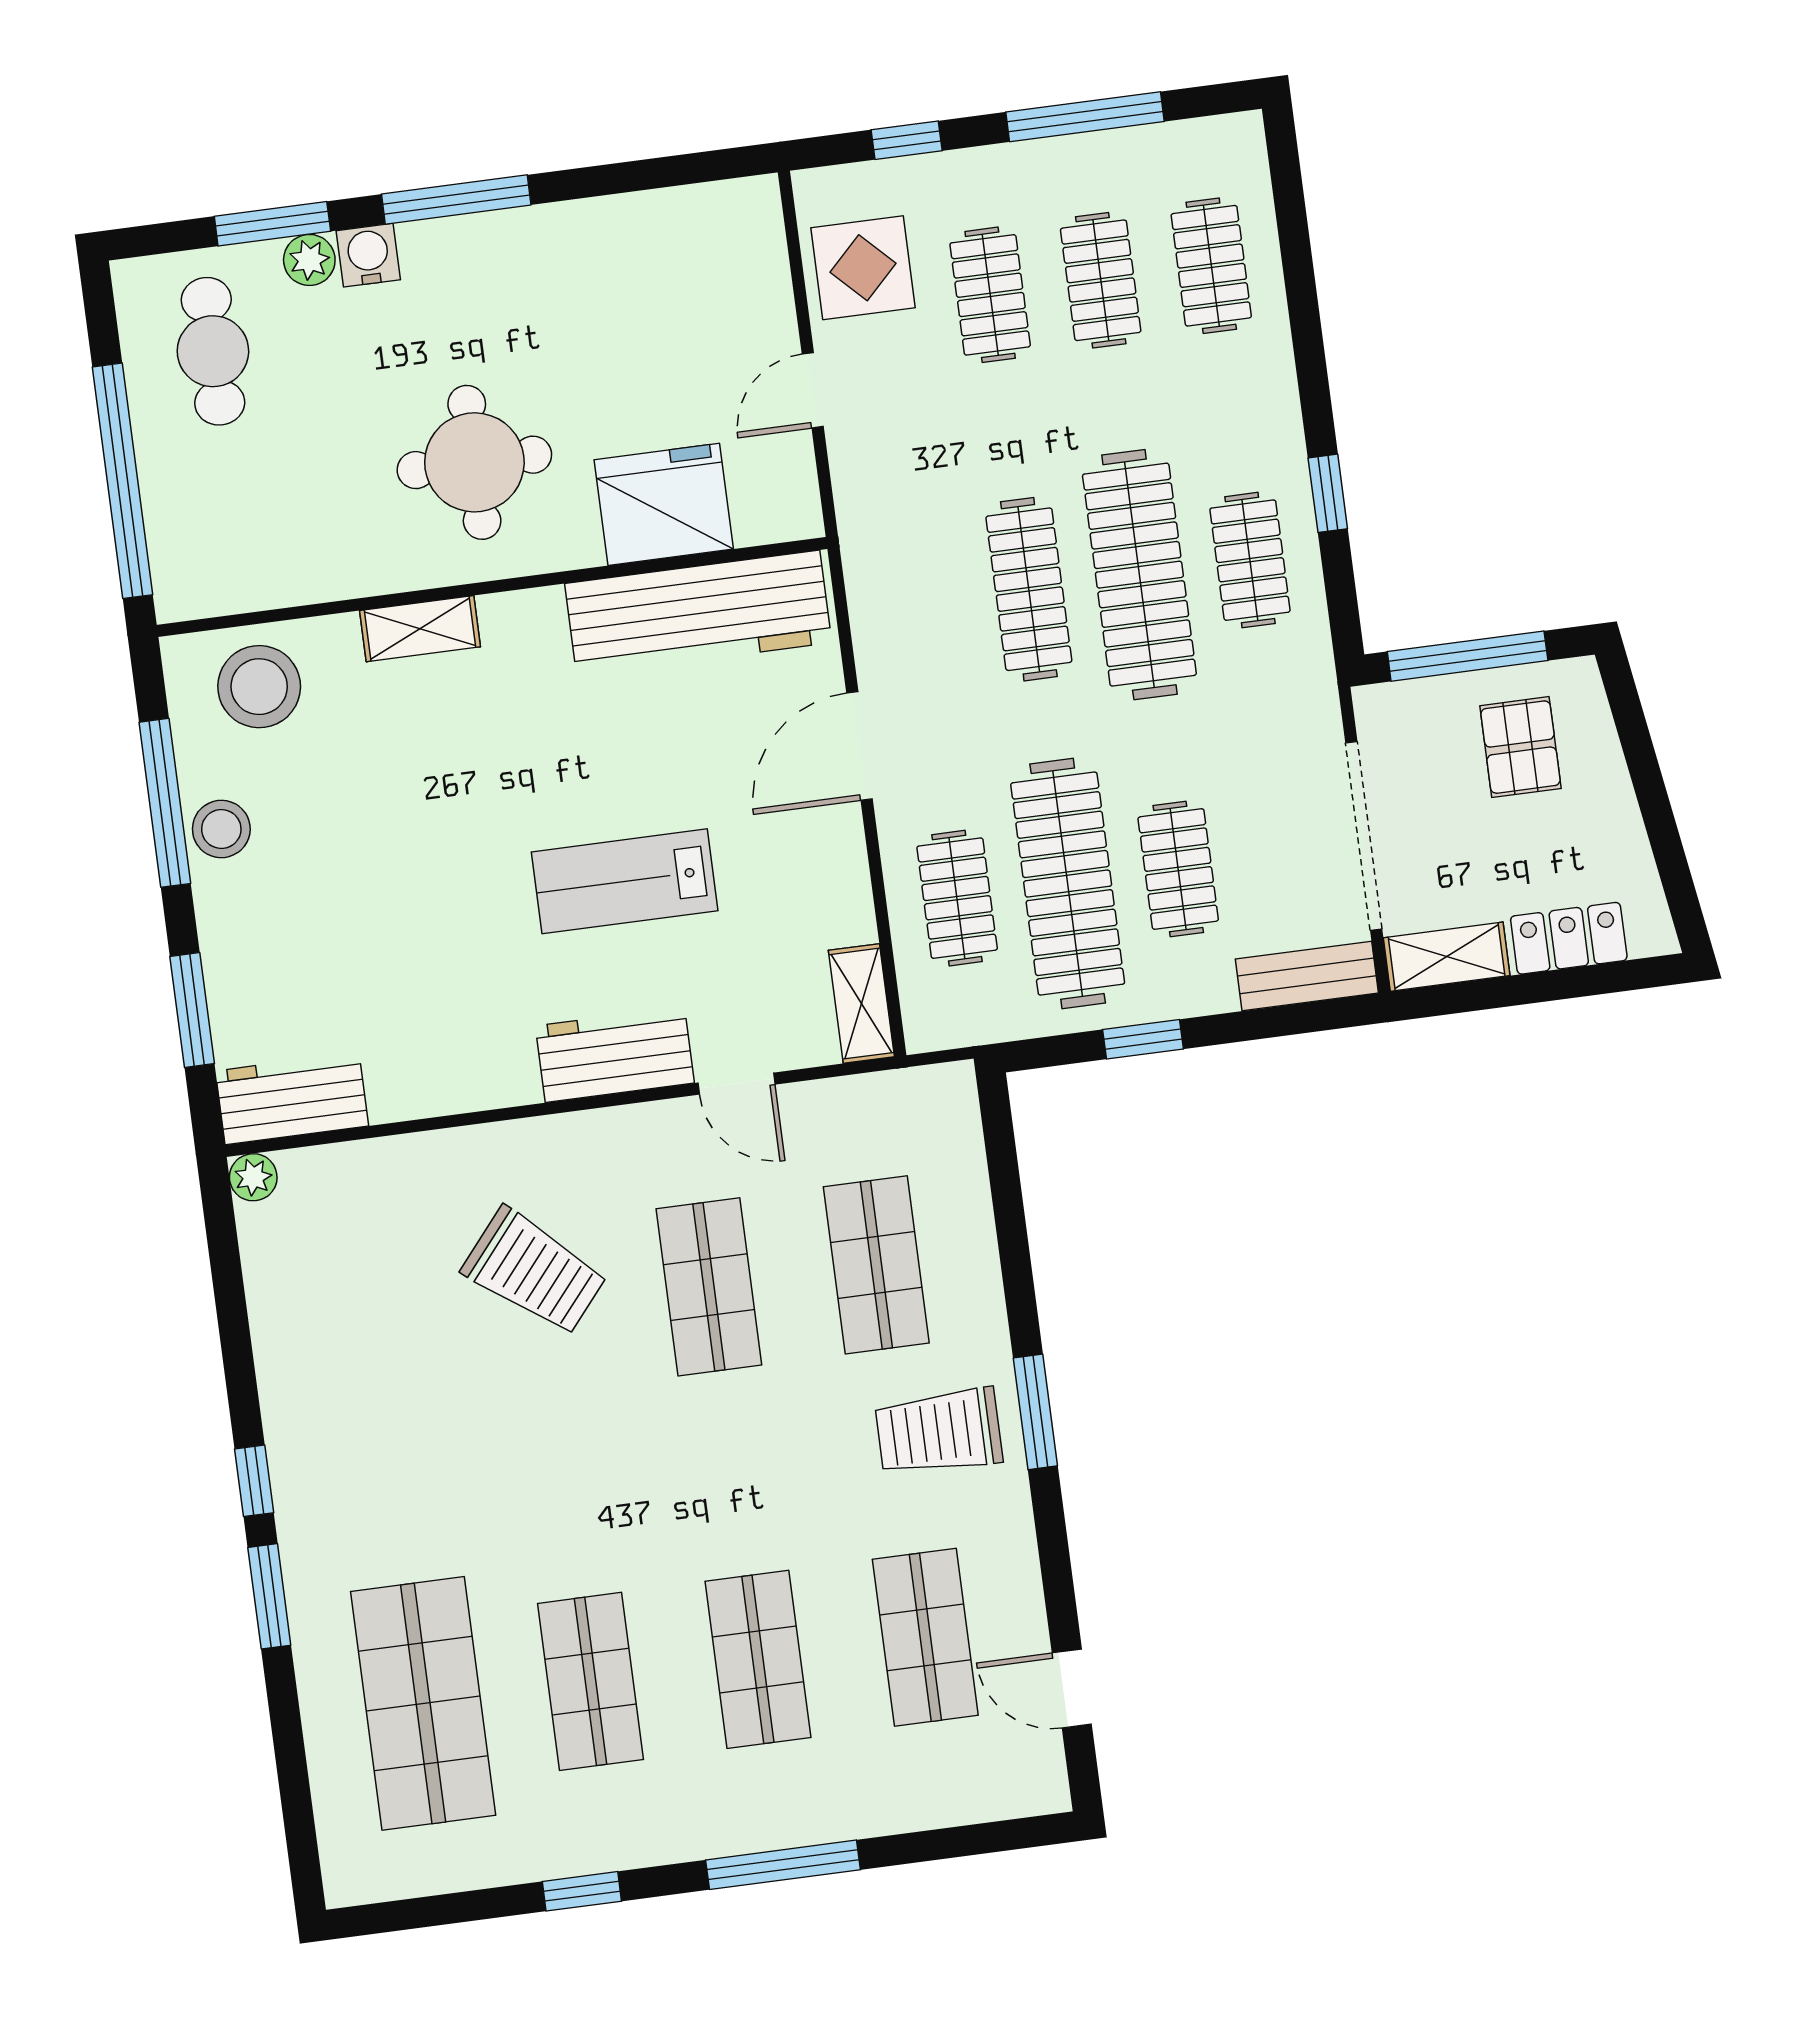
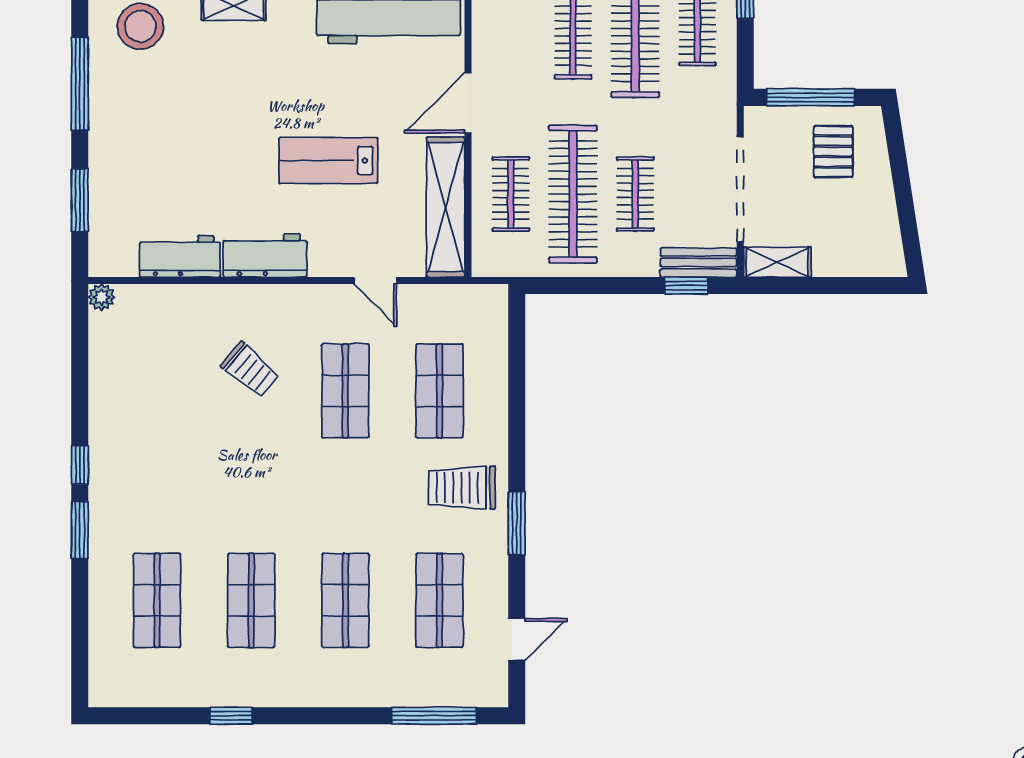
stool: (221, 829) -> (109, 102), removed
locker: (1569, 938) -> (846, 261), removed
shelving: (861, 1004) -> (446, 207), width x2.20, depth x1.33
window: (1143, 1039) -> (686, 286), moved
workbench: (615, 1054) -> (265, 256), moved
workbench: (292, 1098) -> (180, 256), moved
trolley: (535, 1272) -> (250, 370), width x0.73, depth x0.72
window: (1035, 1412) -> (517, 523), moved
door: (1072, 1689) -> (517, 639), swing flipped
shop shelf: (423, 1703) -> (157, 600), width x0.70, depth x0.74
window: (783, 1865) -> (434, 716), moved

